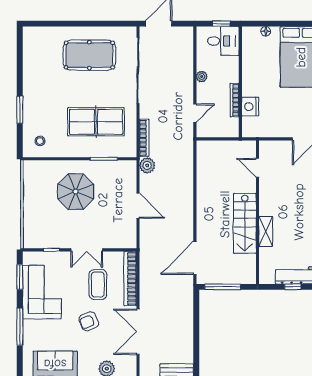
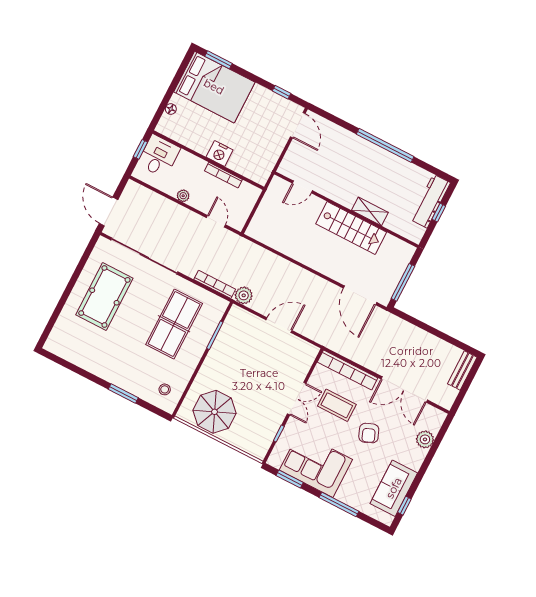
nightstand: (250, 107) -> (220, 154), moved
parasol: (76, 192) -> (215, 412), moved

